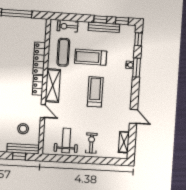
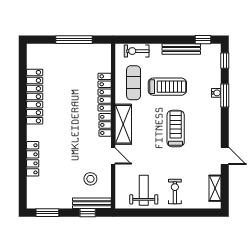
window: (100, 19) -> (176, 40), removed
treadmill: (91, 57) -> (167, 87), turned 180

